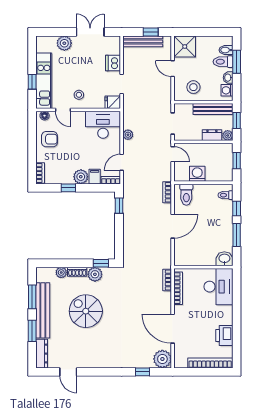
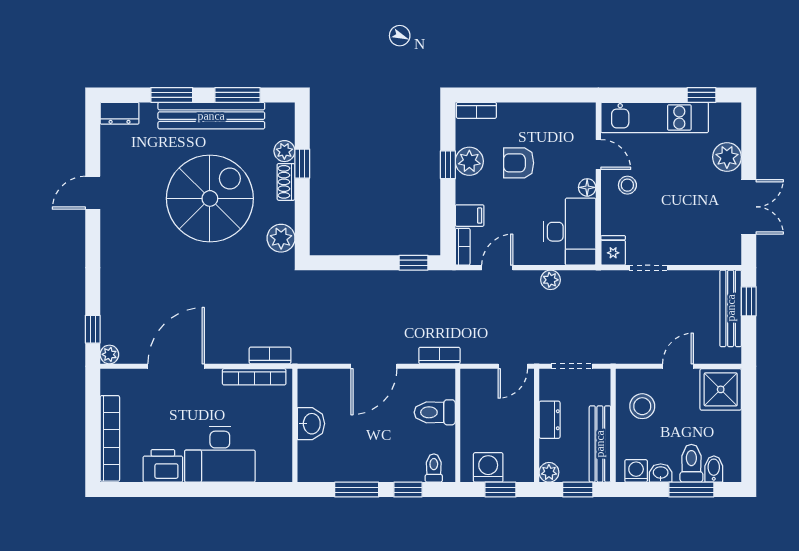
window: (151, 32) -> (749, 301), moved
dishwasher: (113, 63) -> (689, 251), removed
window: (32, 82) -> (702, 95), moved
door: (63, 110) -> (598, 155), swing flipped
floor lamp: (45, 116) -> (587, 187), moved
dresser: (212, 135) -> (550, 420), moved
armchair: (49, 139) -> (519, 163), moved, turned 90
door: (122, 162) -> (497, 268), hinge flipped
washing machine: (197, 174) -> (488, 467), moved, turned -90
plant: (81, 177) -> (469, 161), moved
toilet: (186, 195) -> (435, 412), moved
door: (173, 226) -> (374, 366), hinge flipped
washbasin: (224, 259) -> (311, 424), moved
window: (101, 263) -> (302, 164), moved
plant: (95, 274) -> (281, 238), moved
desk: (218, 287) -> (220, 454), moved
spiral stairs: (86, 311) -> (210, 198), width x1.37, depth x1.37
dresser: (42, 354) -> (120, 113), width x0.70
plant: (162, 359) -> (109, 354), width x0.53, depth x0.53
door: (68, 372) -> (93, 193), moved
window: (142, 372) -> (93, 329), moved

